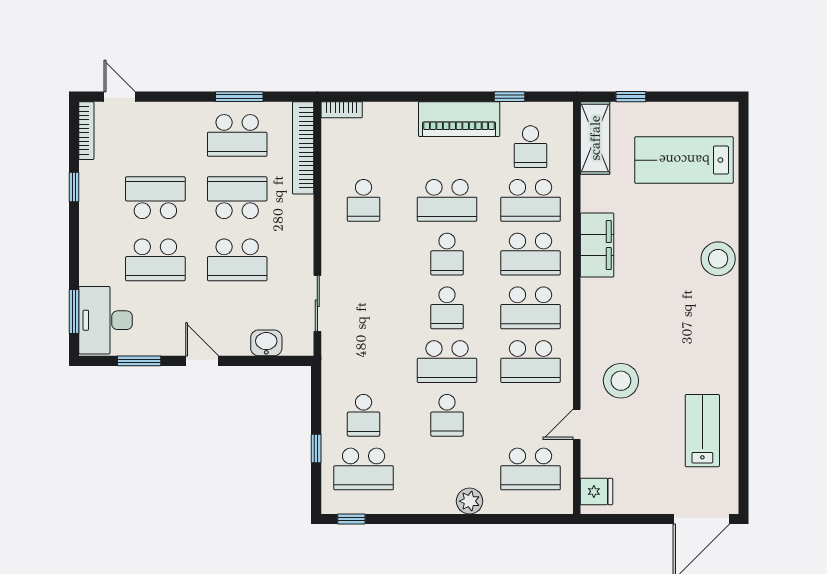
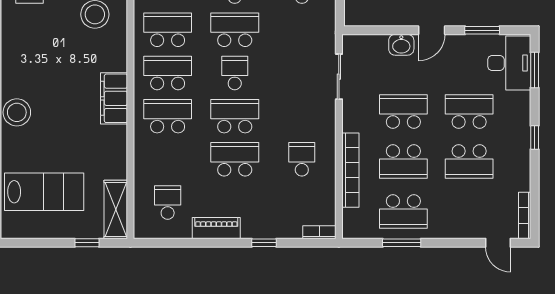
window: (509, 97) -> (264, 243), moved
piano: (459, 119) -> (216, 228), width x0.73, depth x0.75
school desk: (237, 135) -> (403, 212), turned 180
bookcase: (303, 148) -> (350, 170), moved
window: (74, 187) -> (535, 137), moved
school desk: (530, 200) -> (168, 159), removed
filing cabinet: (597, 245) -> (114, 98), moved
school desk: (447, 254) -> (235, 116), width x1.85
washbasin: (266, 343) -> (401, 45), moved
door: (202, 361) -> (432, 30), hinge flipped

